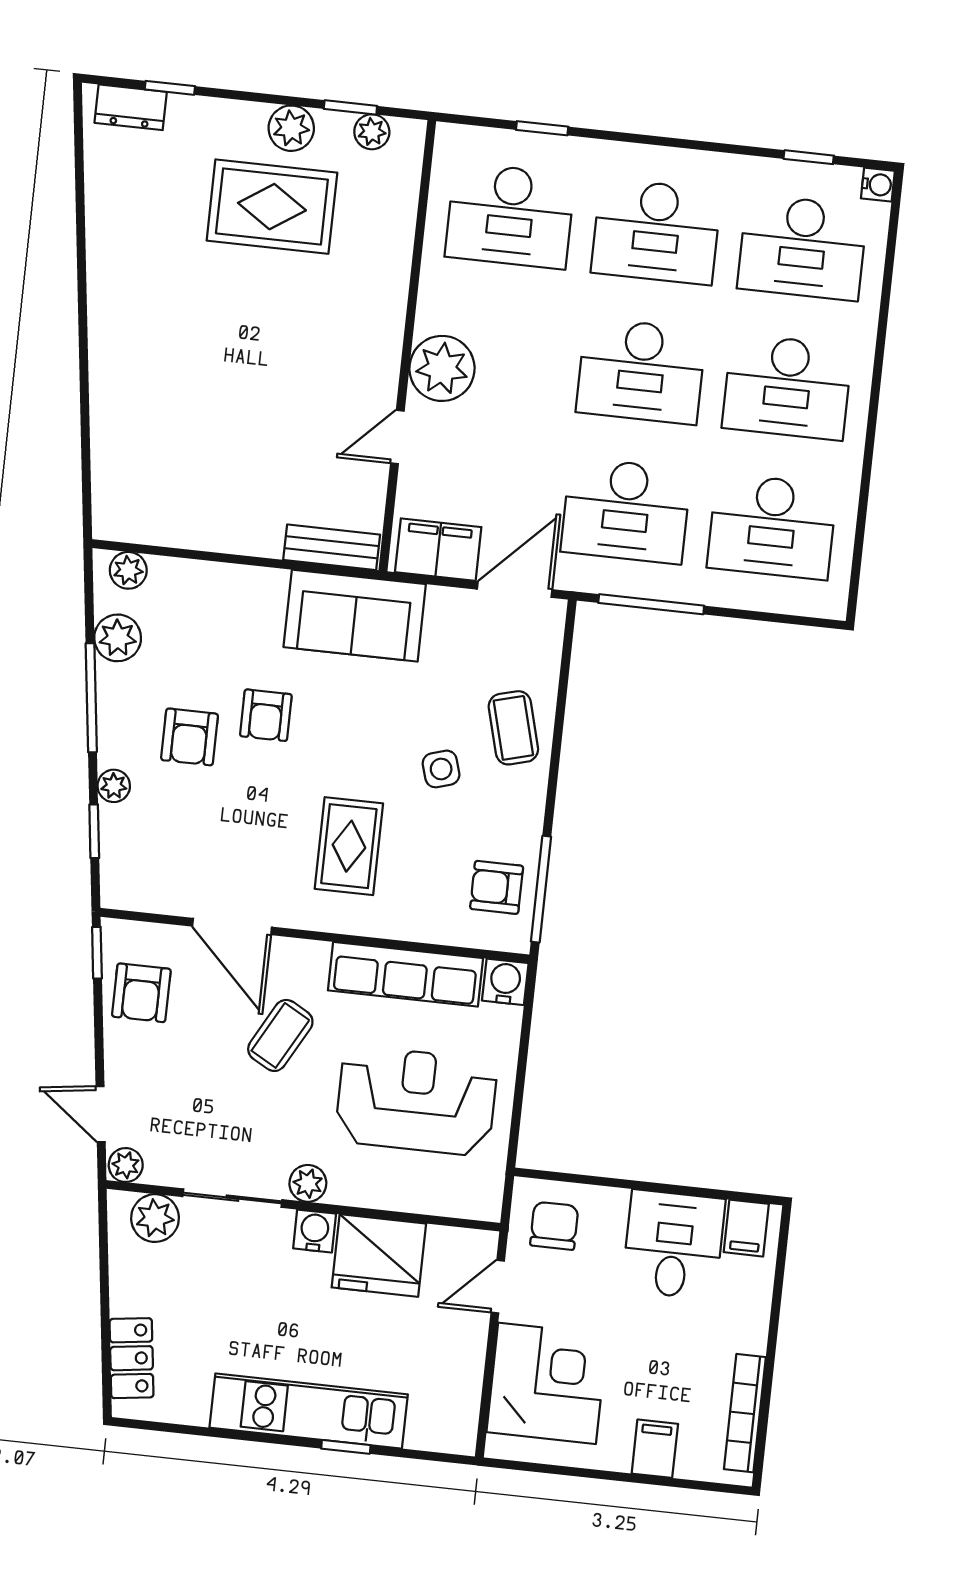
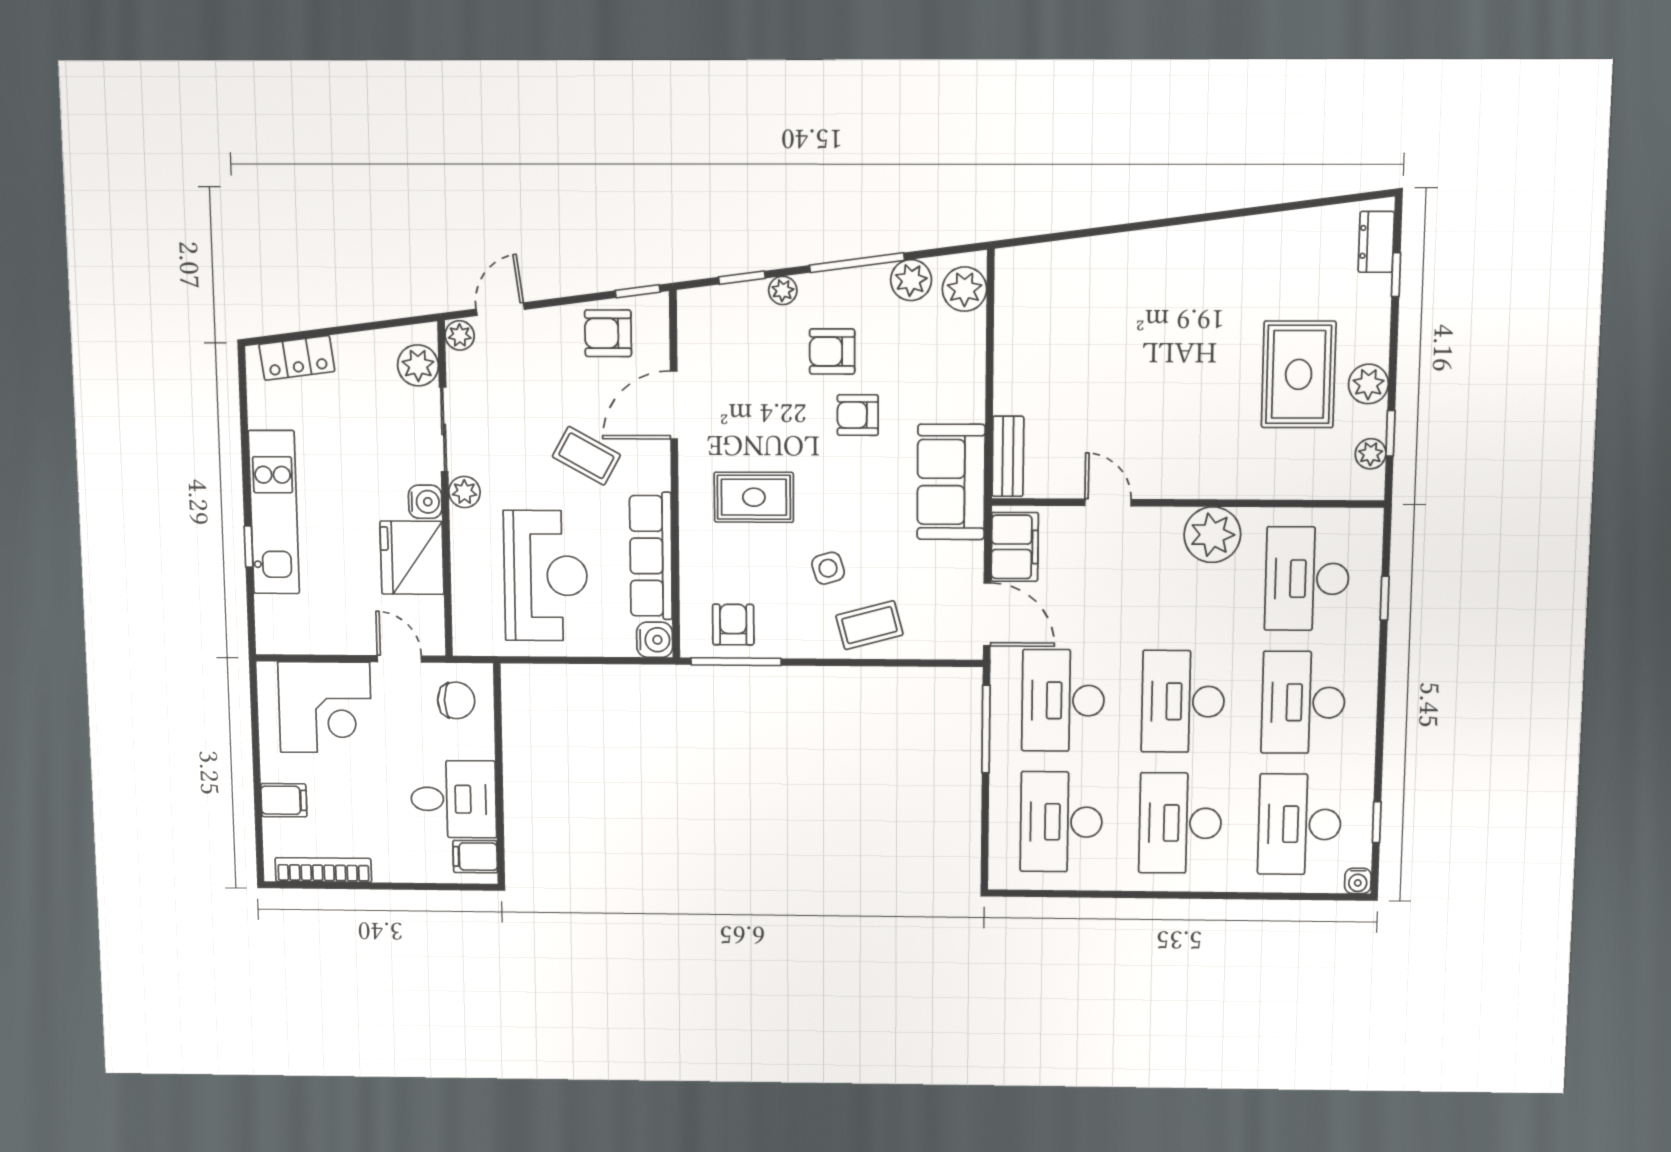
plant: (442, 368) -> (1212, 535), moved
plant: (128, 570) -> (964, 289), width x1.38, depth x1.38

